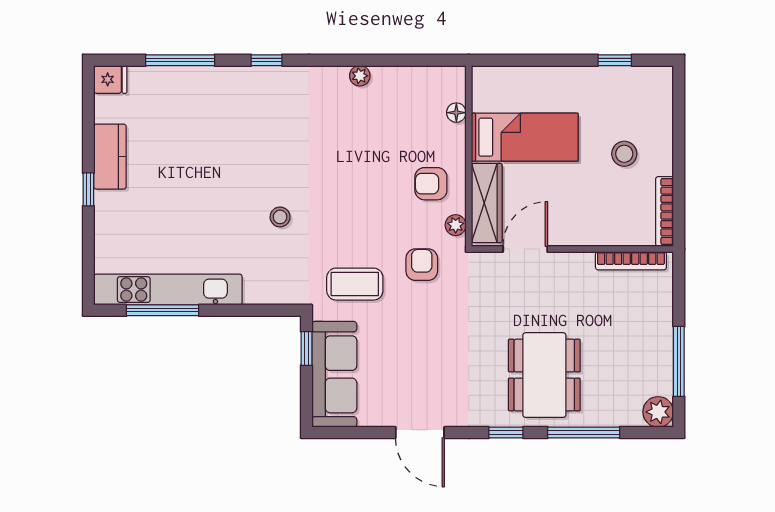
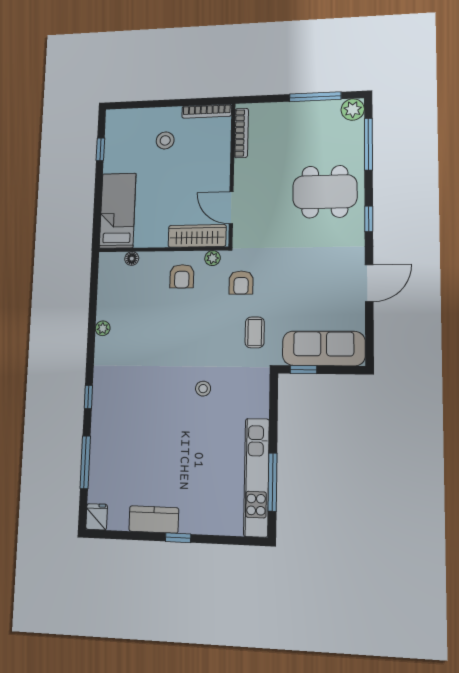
bed: (525, 137) -> (118, 211), moved
armchair: (422, 265) -> (241, 283), turned -90
coffee table: (355, 284) -> (255, 332), width x0.73, depth x0.77
window: (584, 433) -> (368, 144), moved

